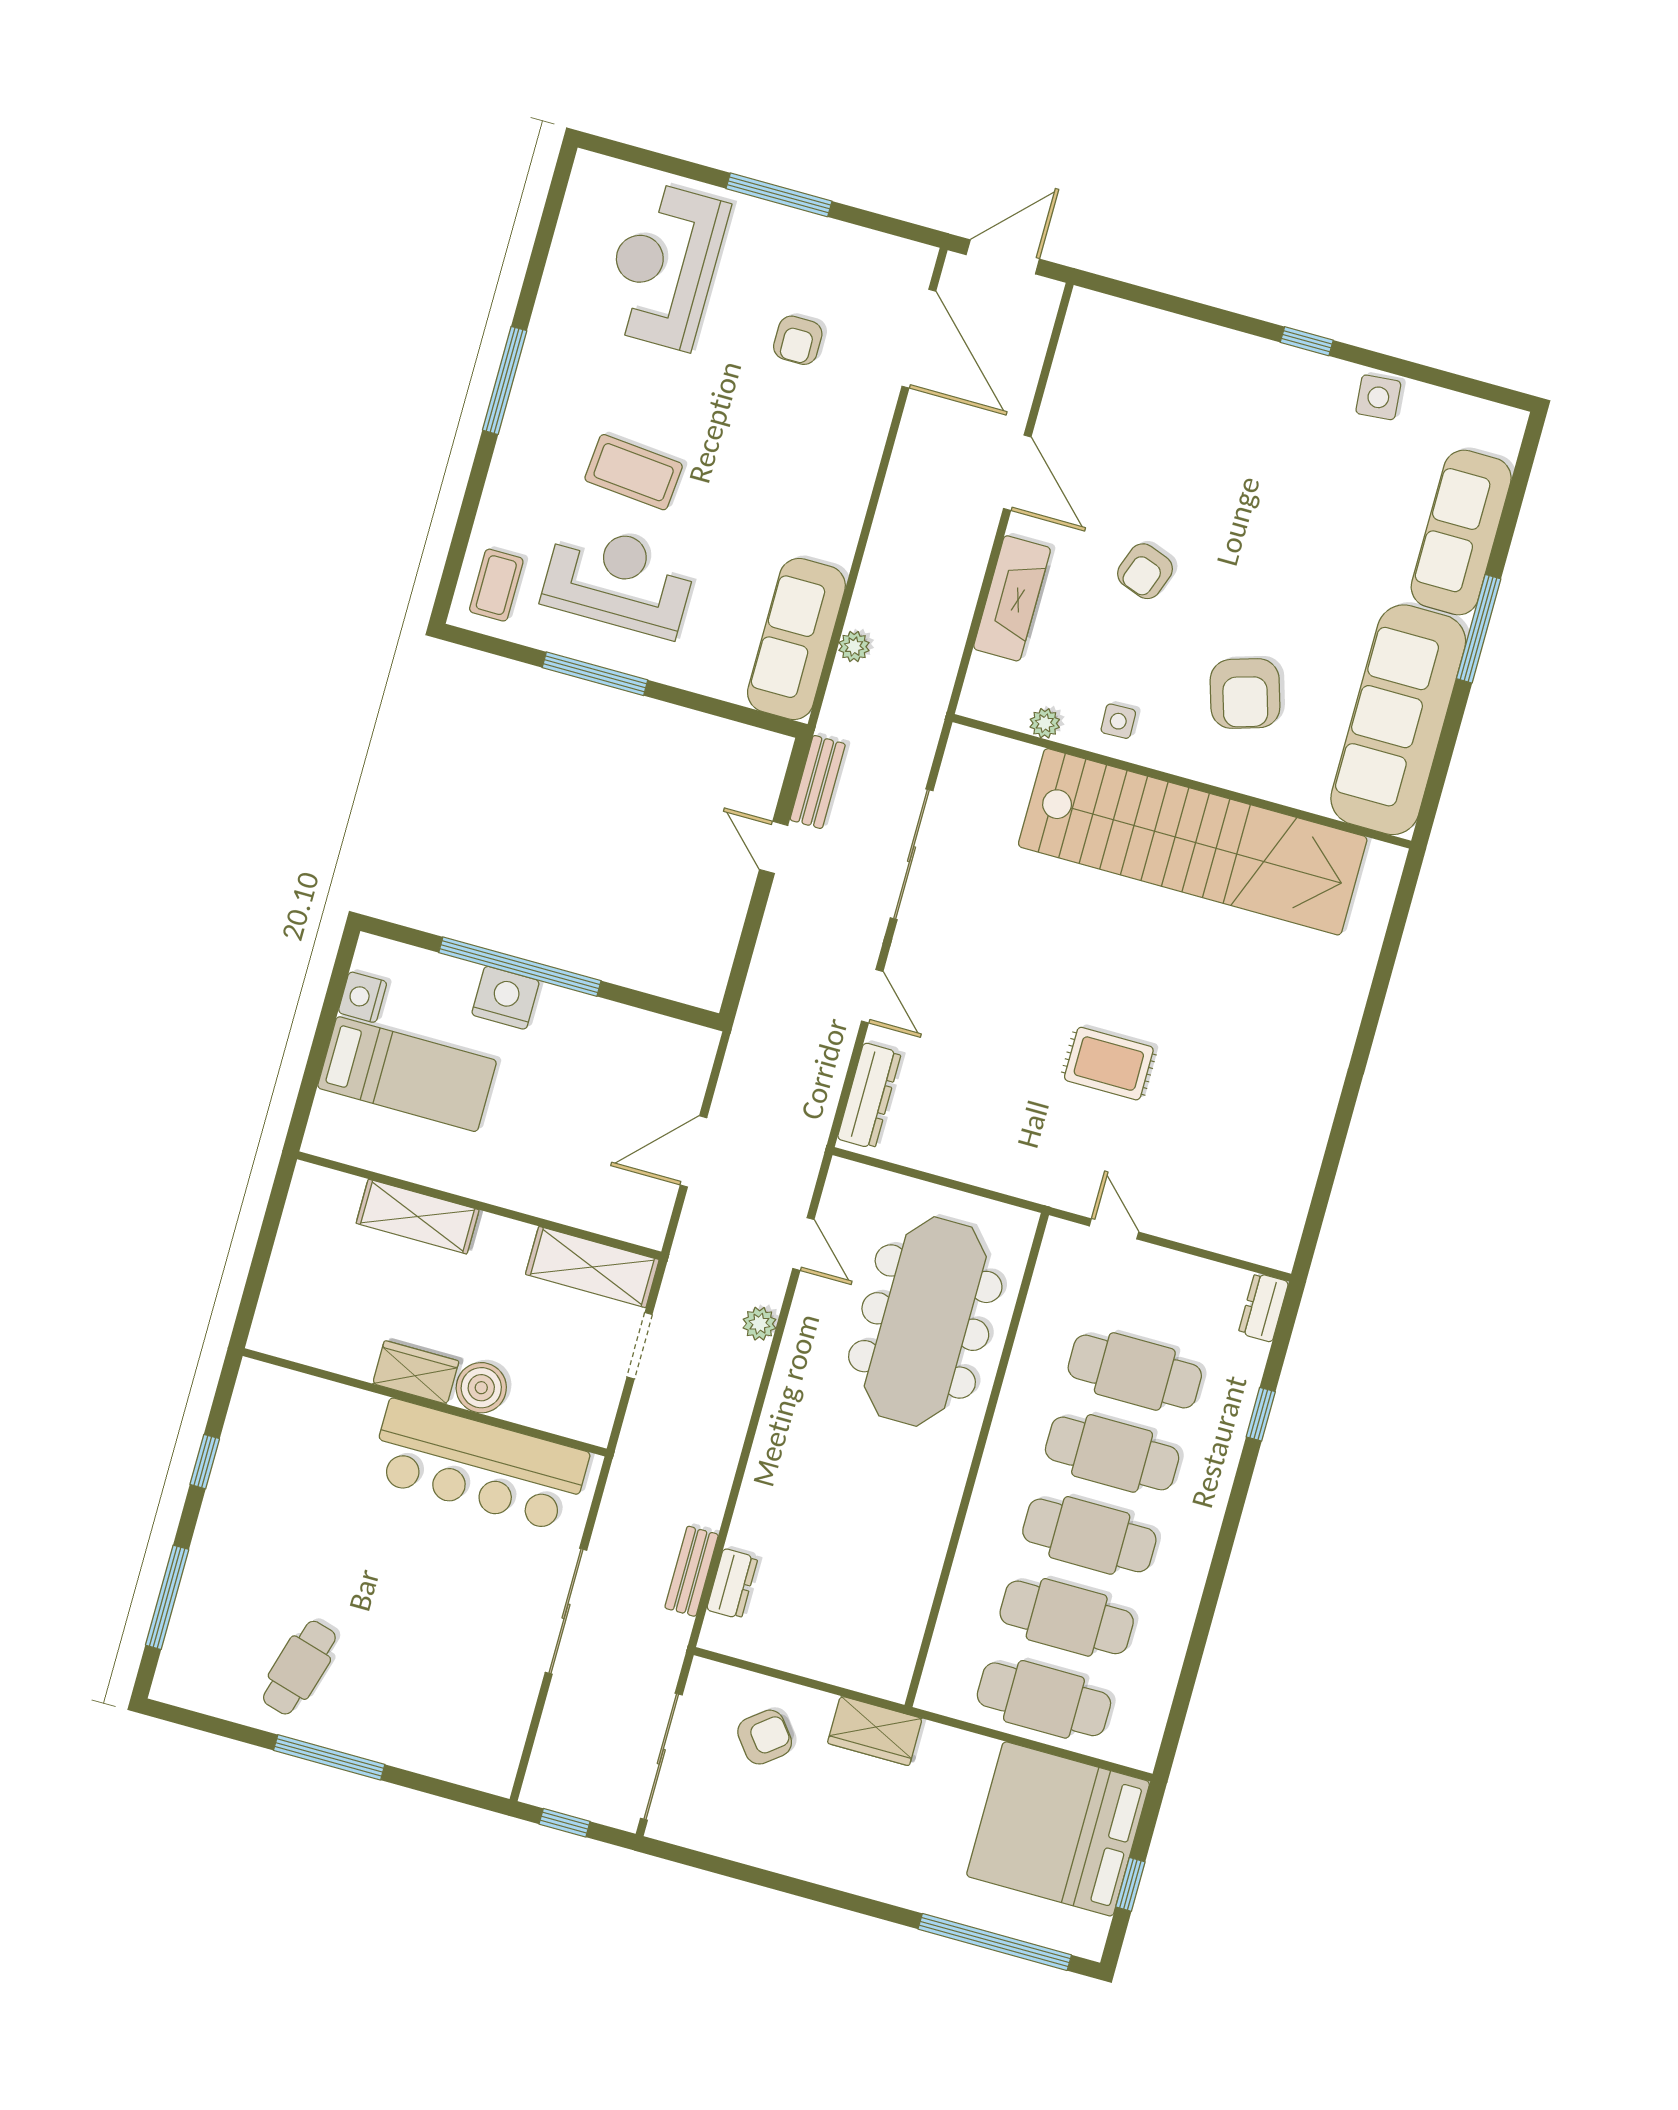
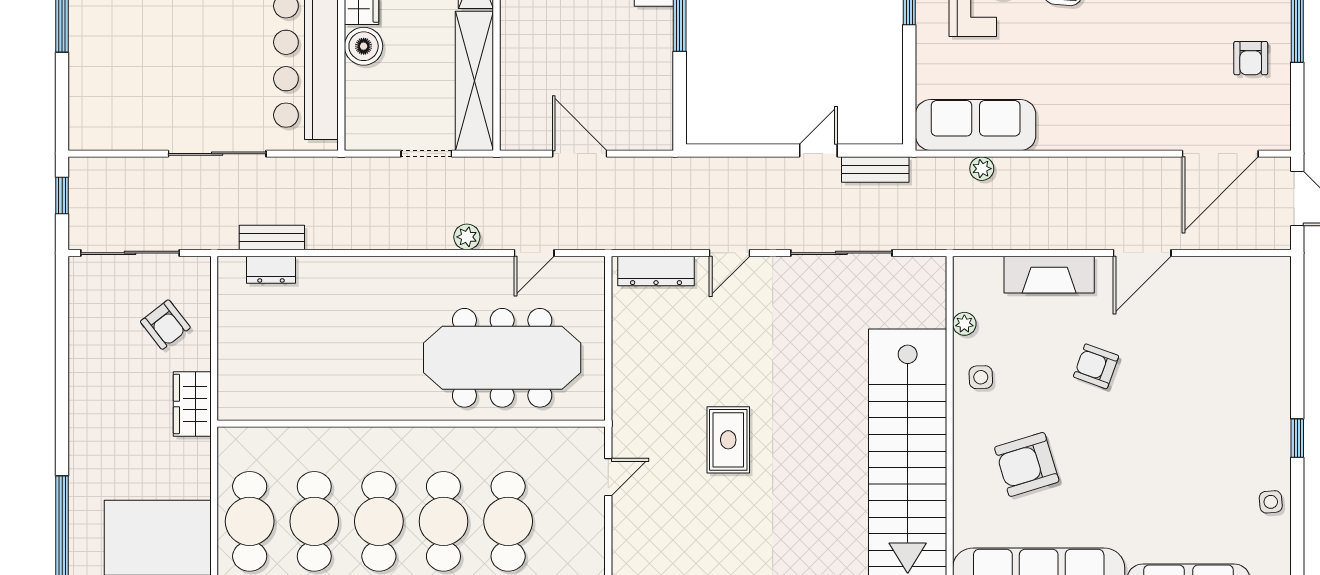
armchair: (798, 340) -> (1251, 58), moved, turned -90
side table: (1378, 397) -> (1271, 502), width x0.73, depth x0.73
shelving: (592, 1267) -> (474, 81), width x1.47

